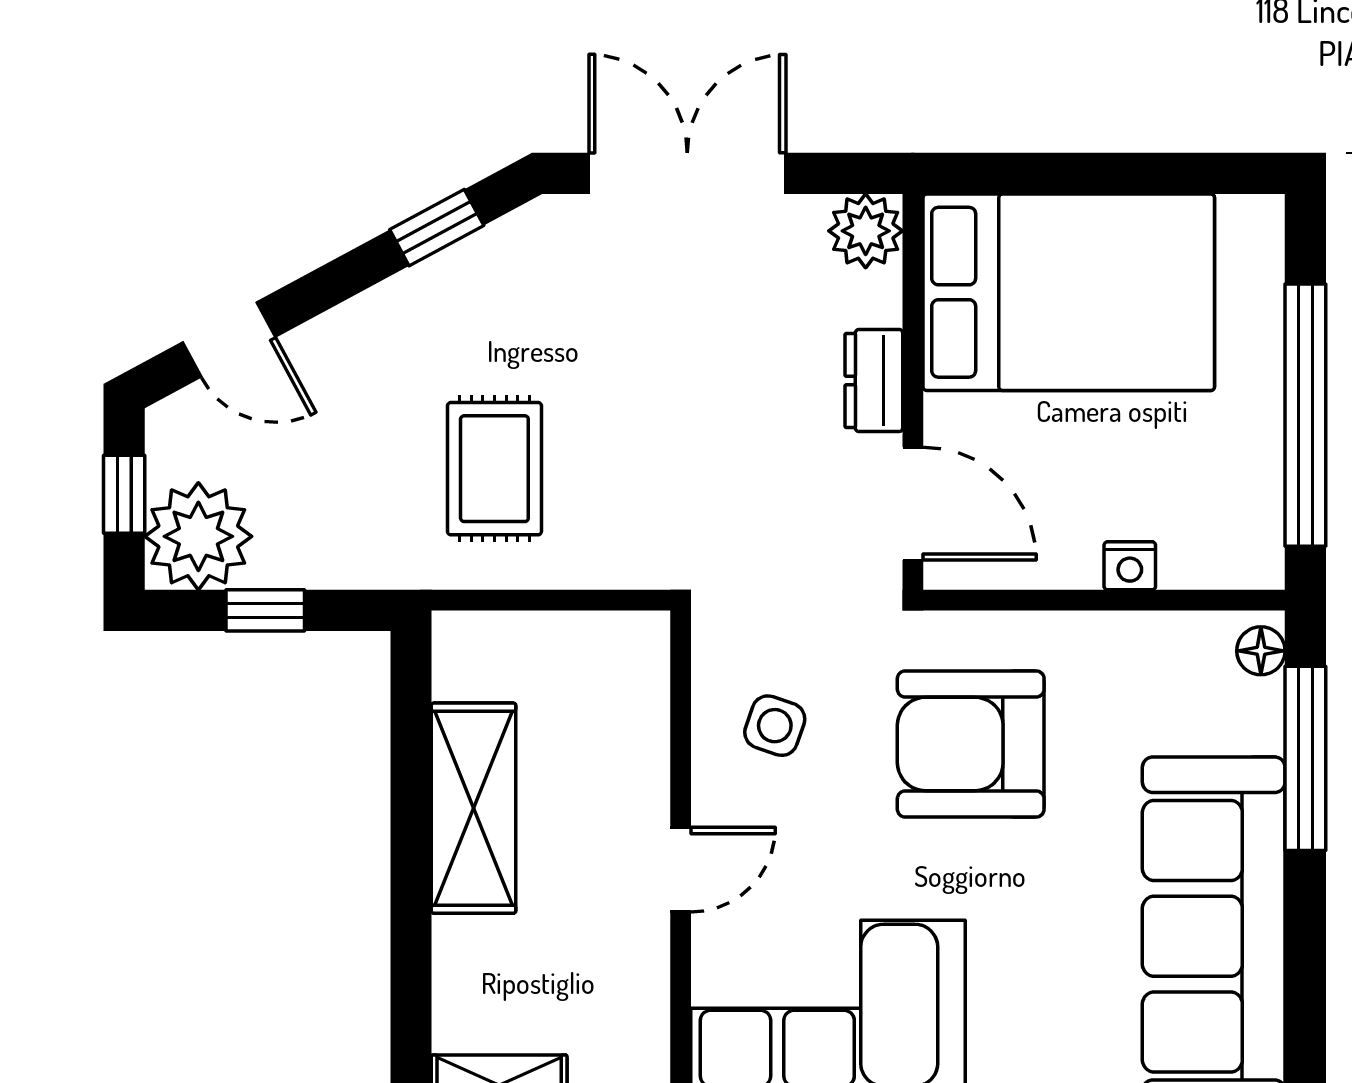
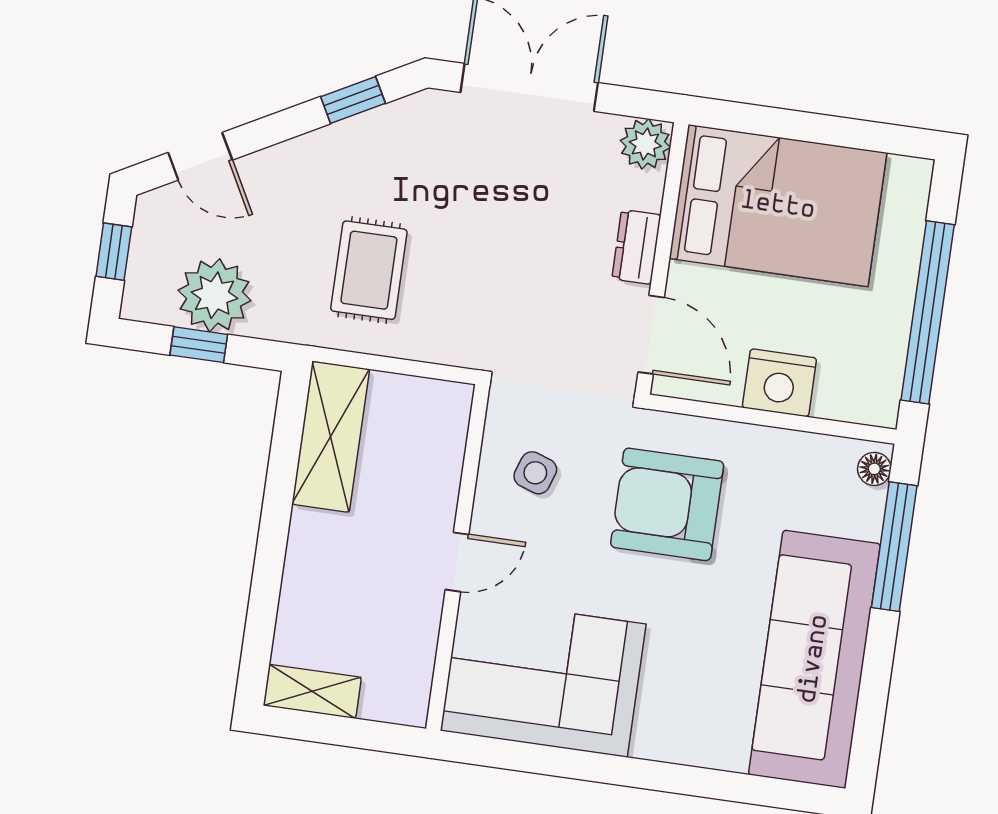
plant: (198, 536) -> (215, 295), moved
nightstand: (1130, 566) -> (779, 383), width x1.89, depth x1.79
shelving: (474, 808) -> (331, 437), moved

